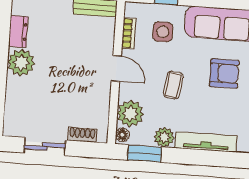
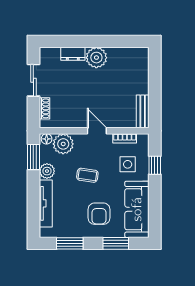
dresser: (18, 32) -> (73, 54), moved
door: (116, 69) -> (97, 131), swing flipped

